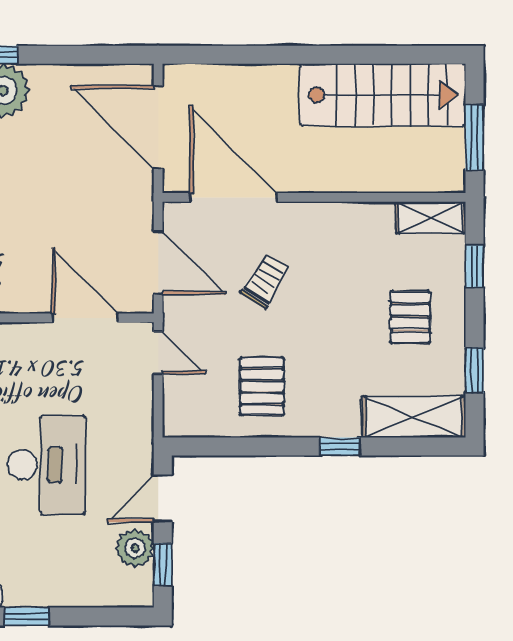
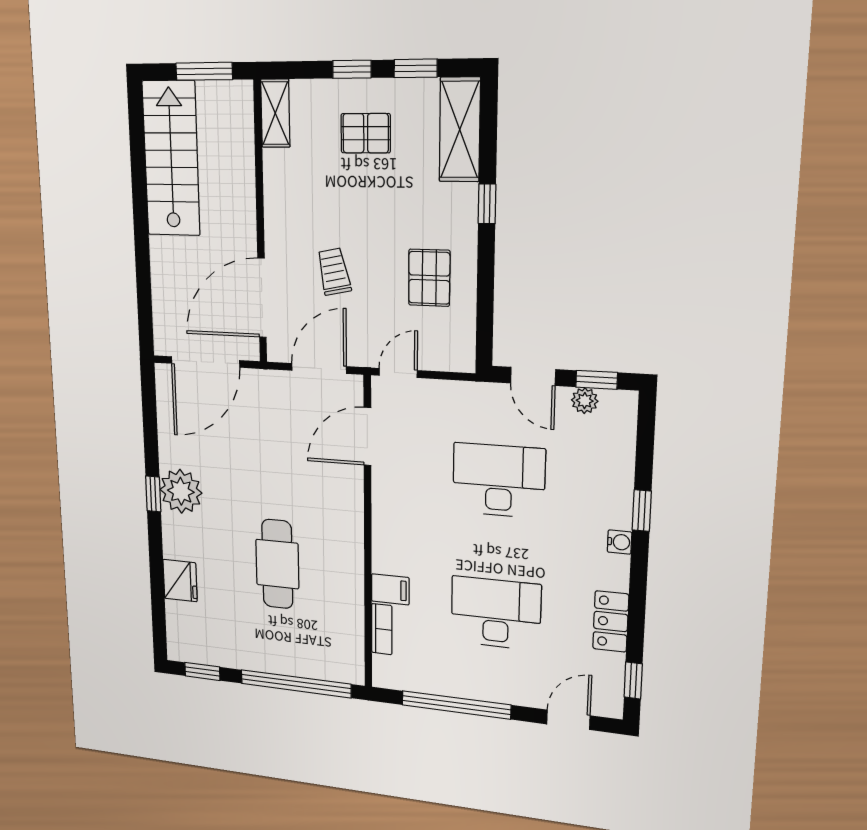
window: (474, 266) -> (352, 69), moved
trolley: (265, 281) -> (334, 272), turned 46
pallet: (262, 386) -> (429, 278), turned 90
plant: (135, 548) -> (585, 401), width x0.73, depth x0.73

